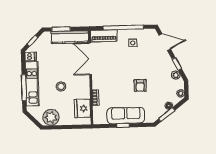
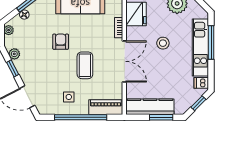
double door: (90, 59) -> (124, 61), moved
coffee table: (121, 68) -> (85, 65), added

